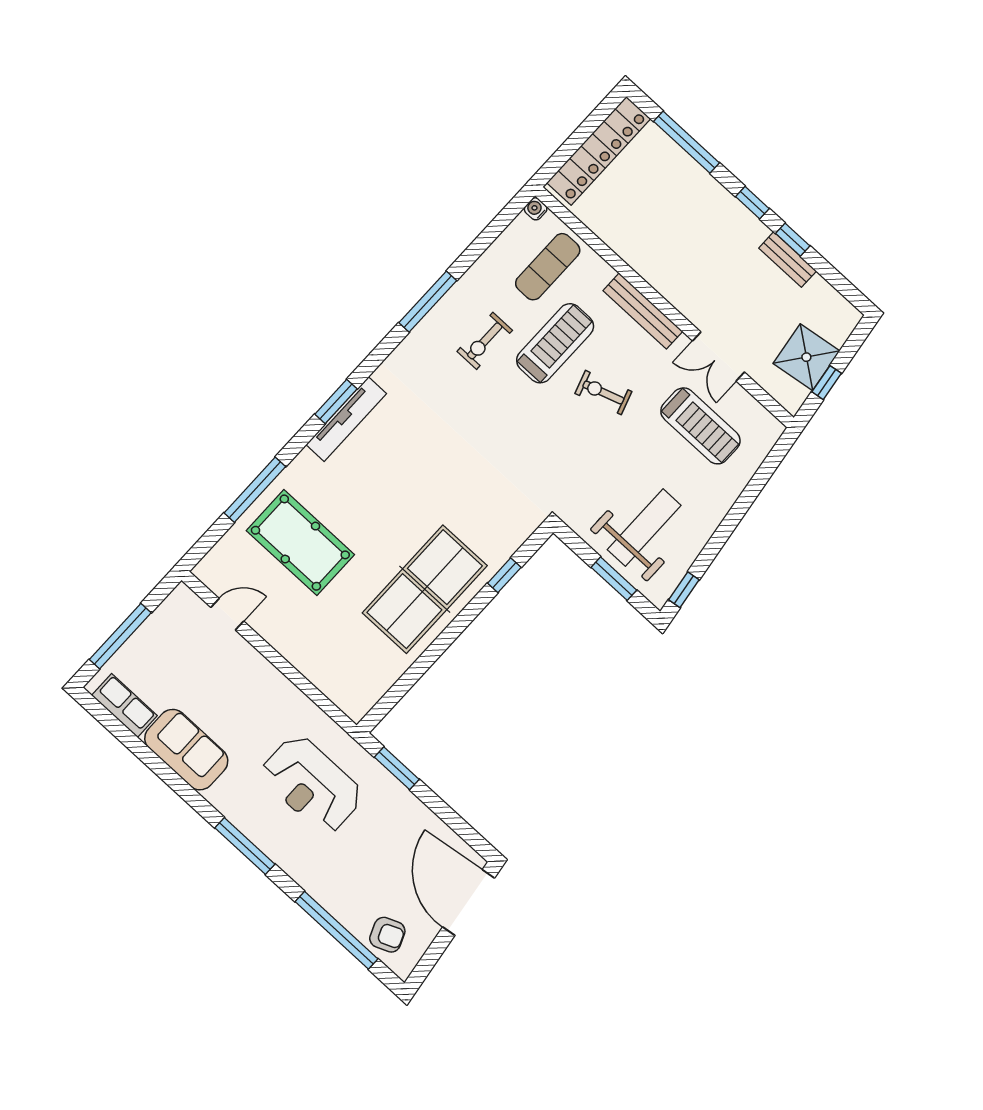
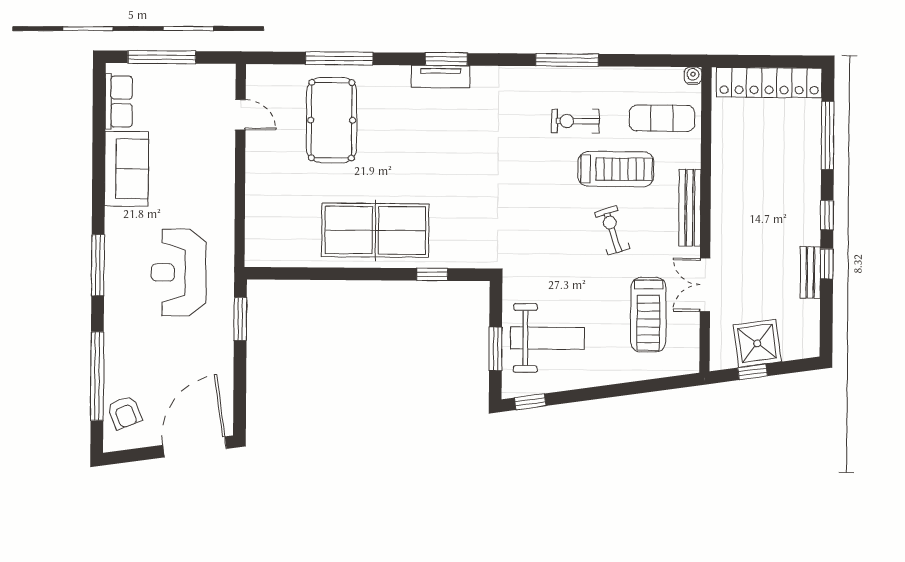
tv unit: (346, 419) -> (441, 77), width x0.71

